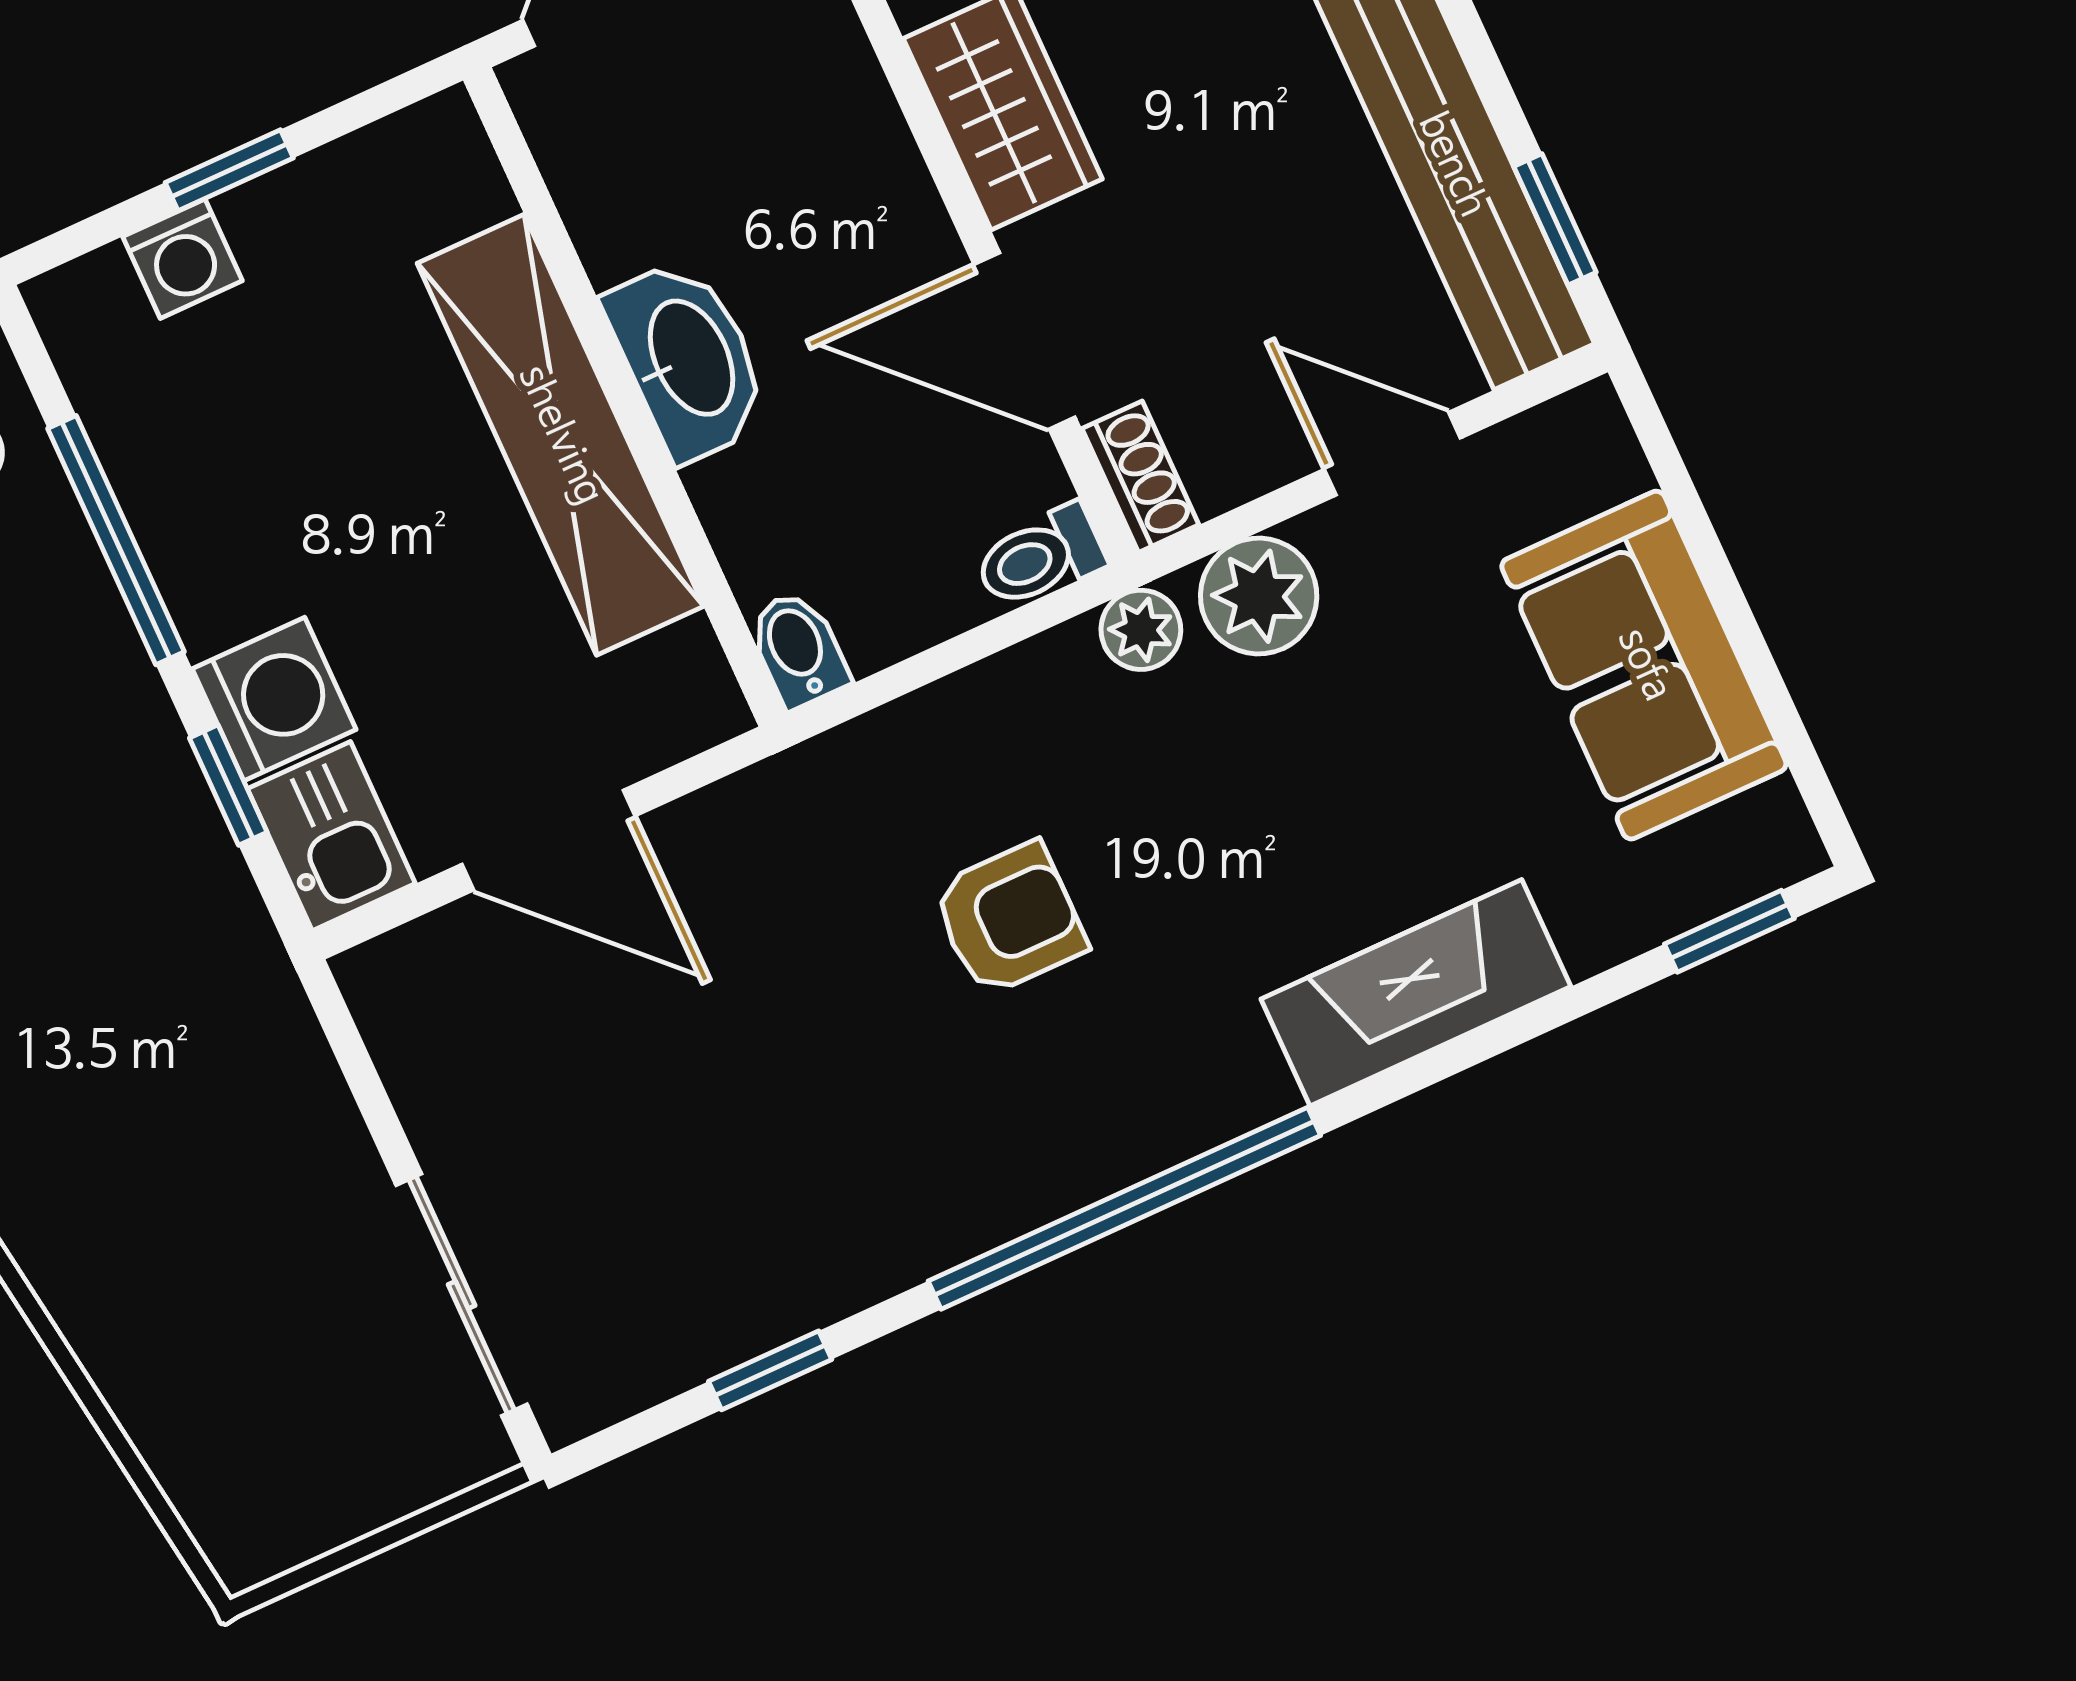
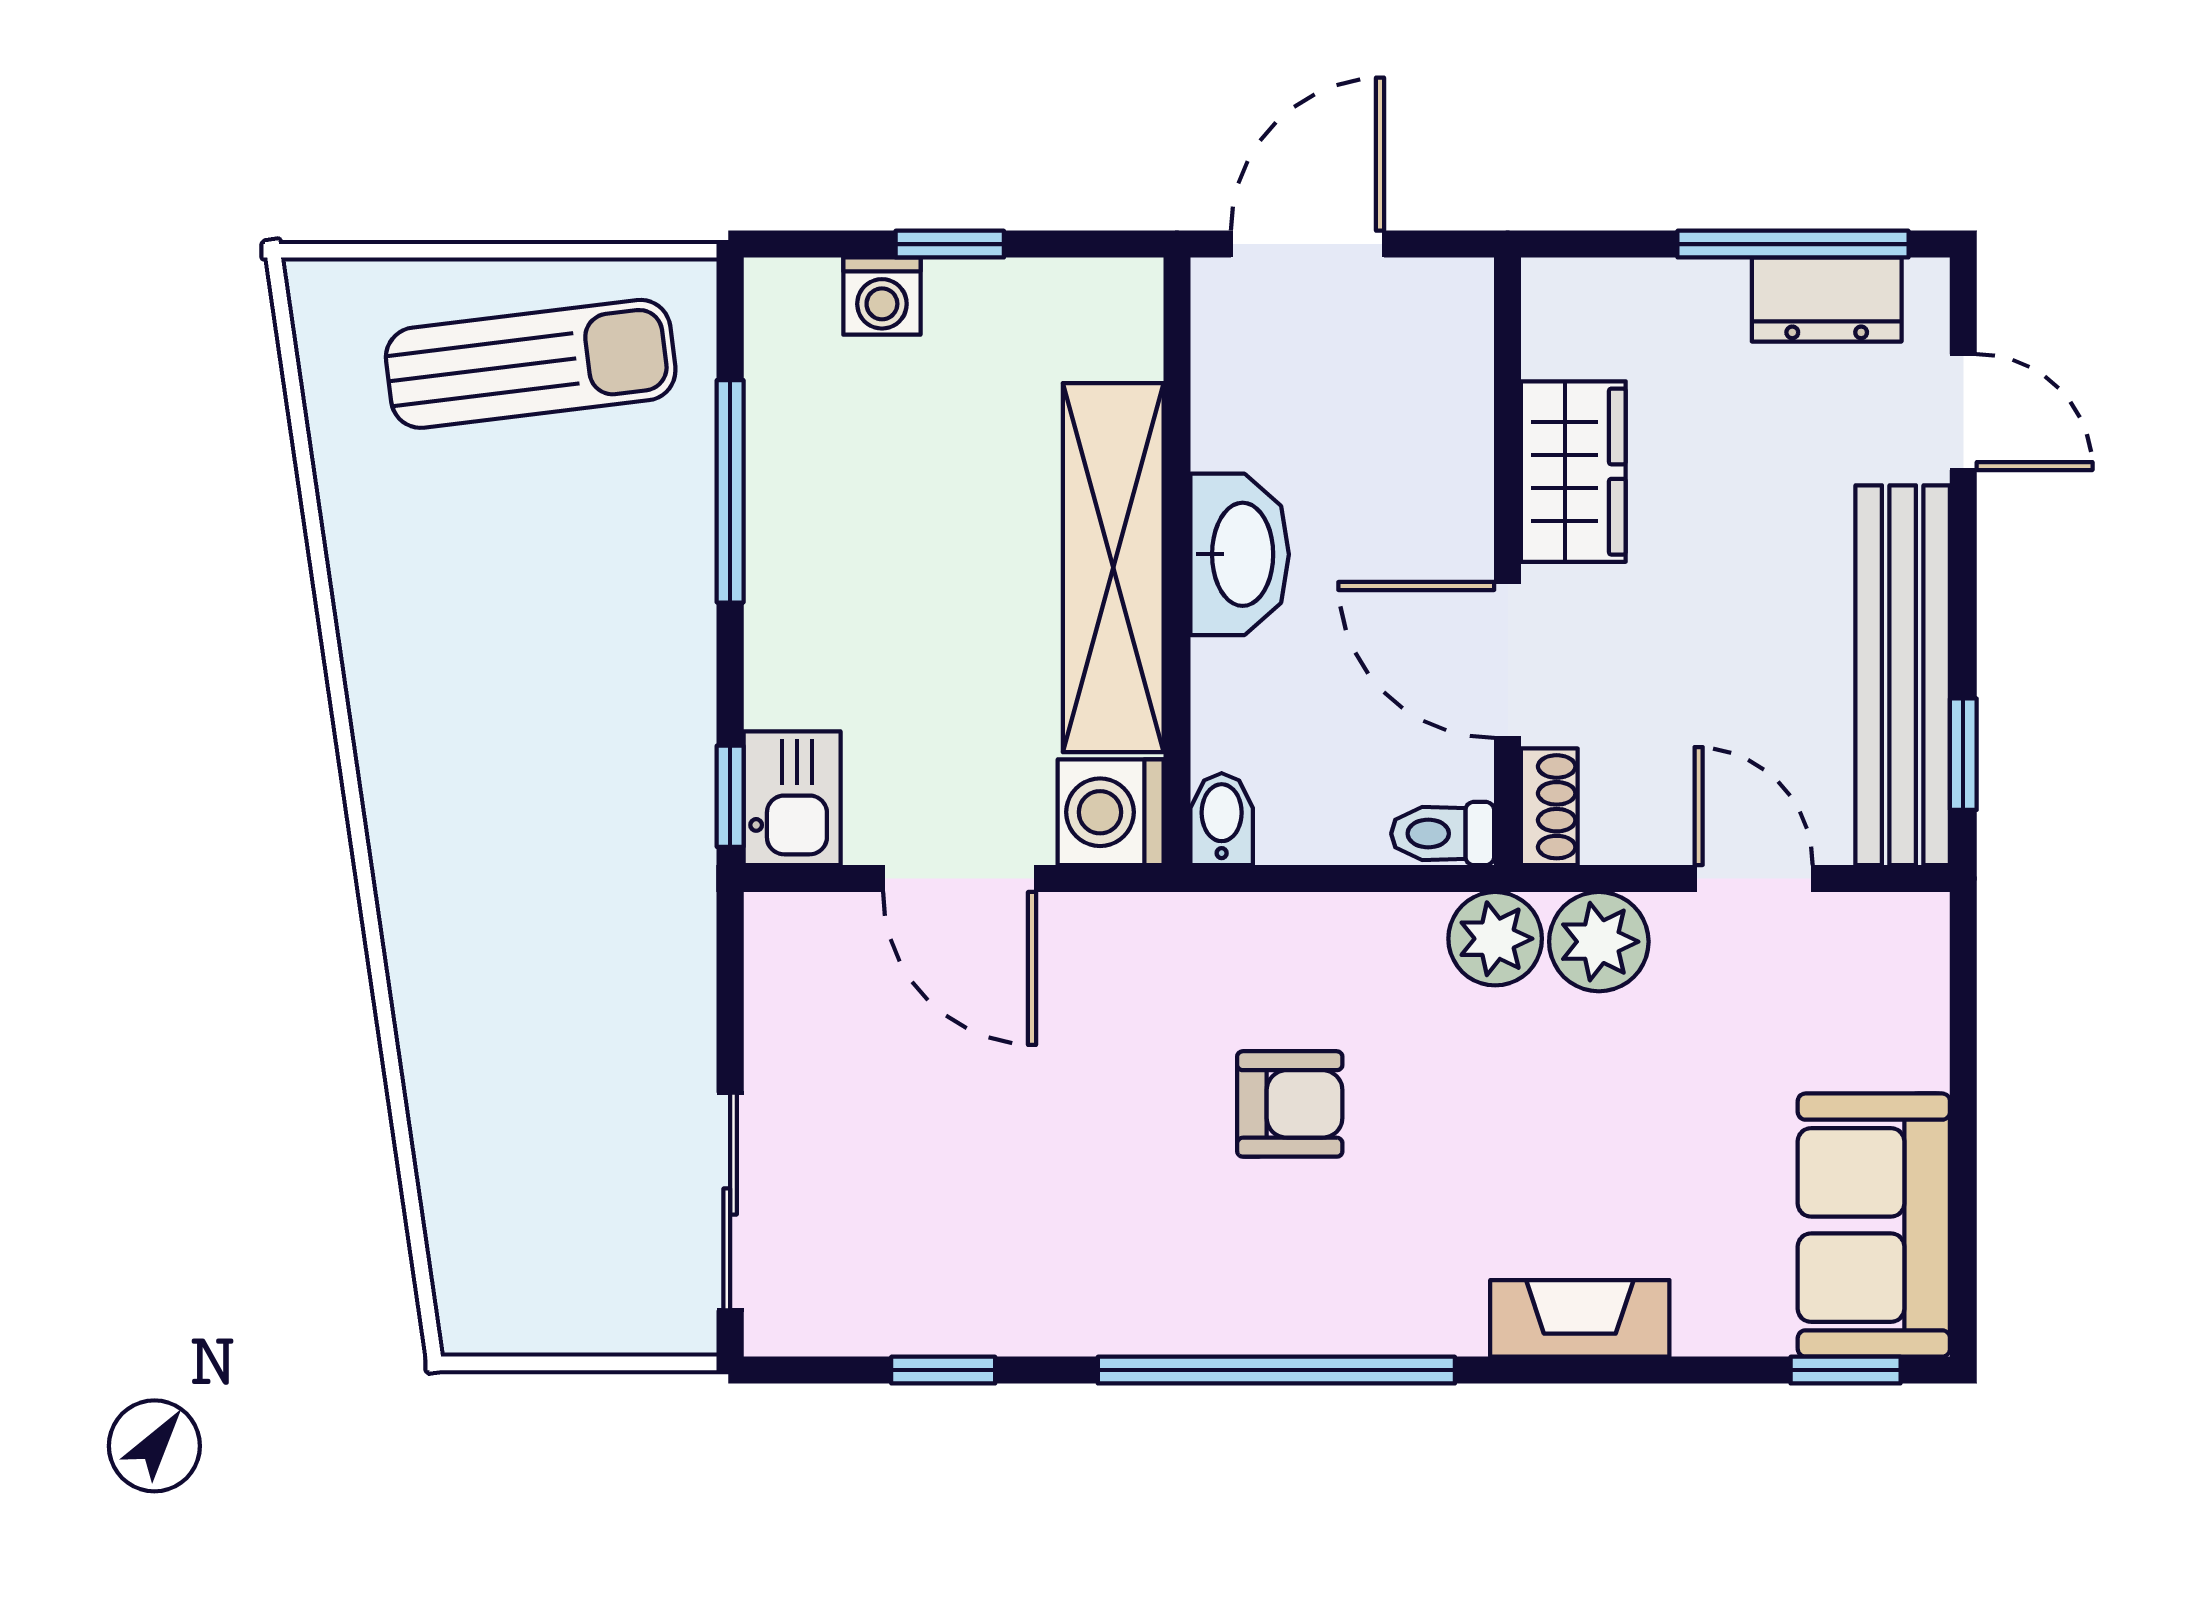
plant: (1141, 630) -> (1495, 939), width x1.38, depth x1.38
sofa: (1644, 665) -> (1874, 1225), moved
washing machine: (274, 699) -> (1111, 812), moved, turned 180
window: (228, 785) -> (730, 796), moved
fireplace: (1416, 993) -> (1580, 1318), width x0.73, depth x0.76

